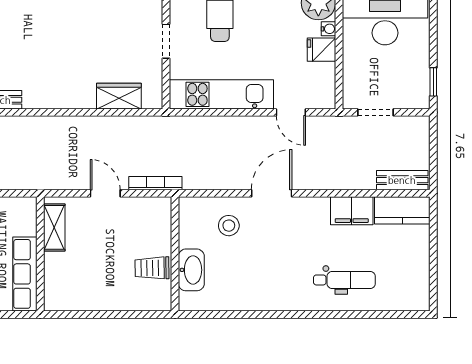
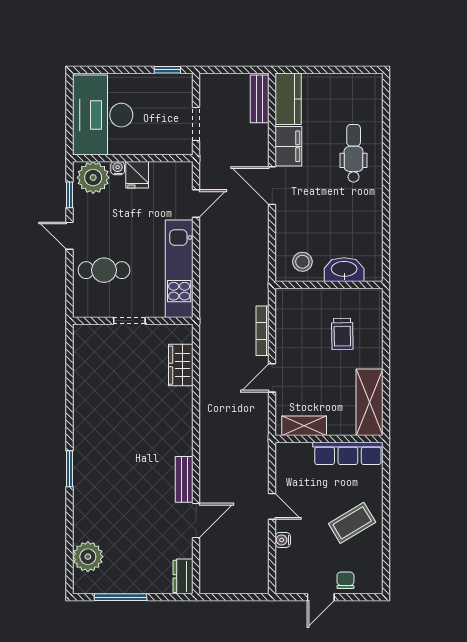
door: (272, 193) -> (272, 186), moved
wall: (175, 254) -> (329, 285), moved
washbasin: (191, 270) -> (344, 270), moved
shelving: (79, 297) -> (369, 402), added

